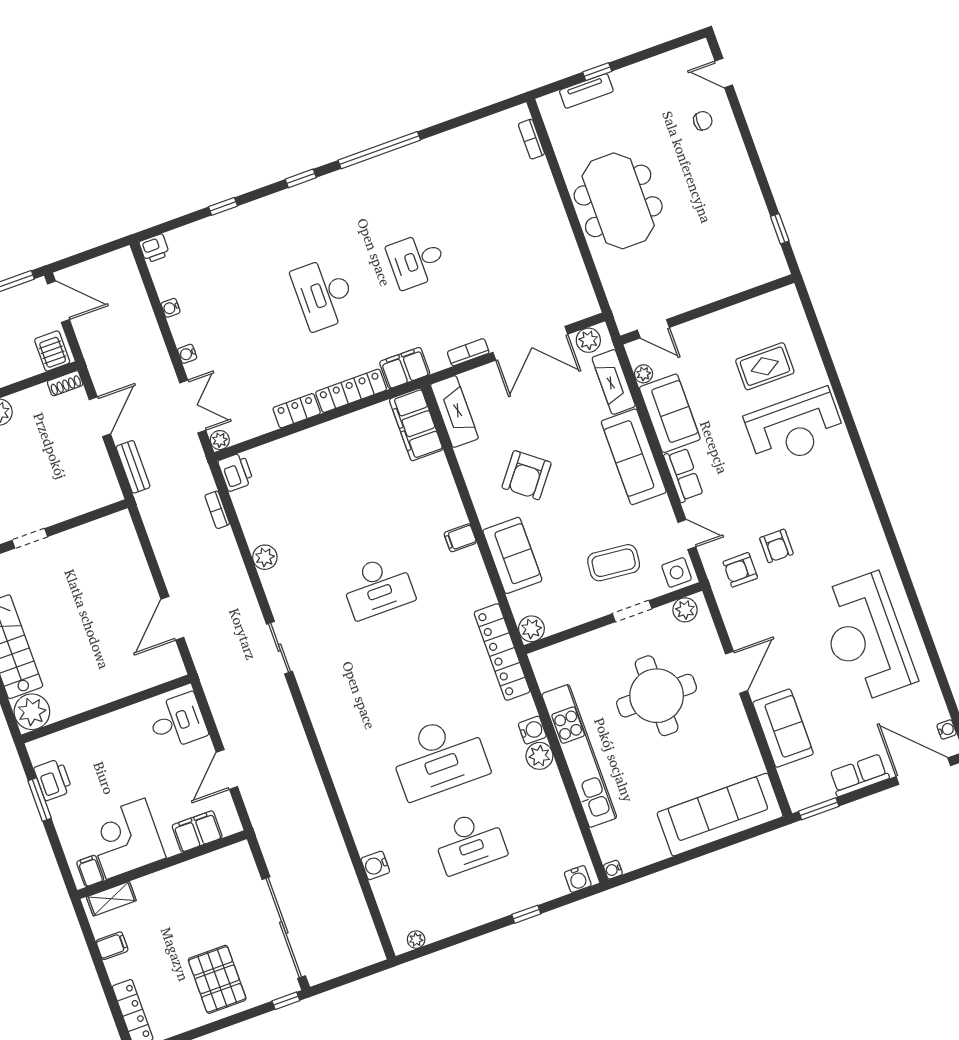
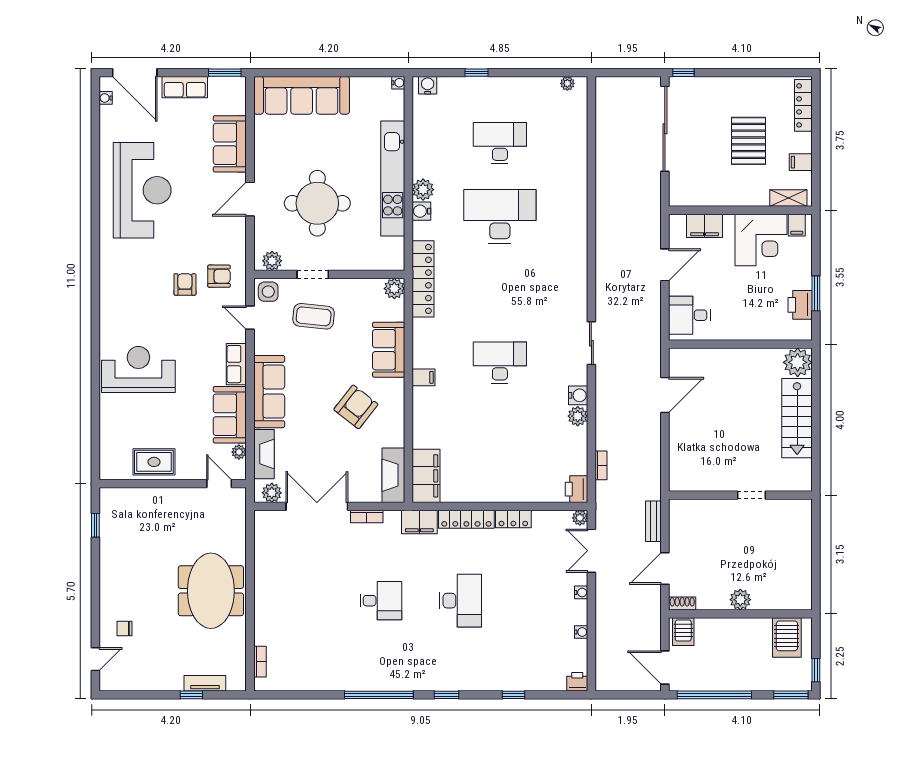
door: (724, 73) -> (95, 659), hinge flipped
rug: (765, 366) -> (154, 462), moved
water cooler: (375, 865) -> (578, 395), moved
pallet: (217, 979) -> (749, 141), moved

